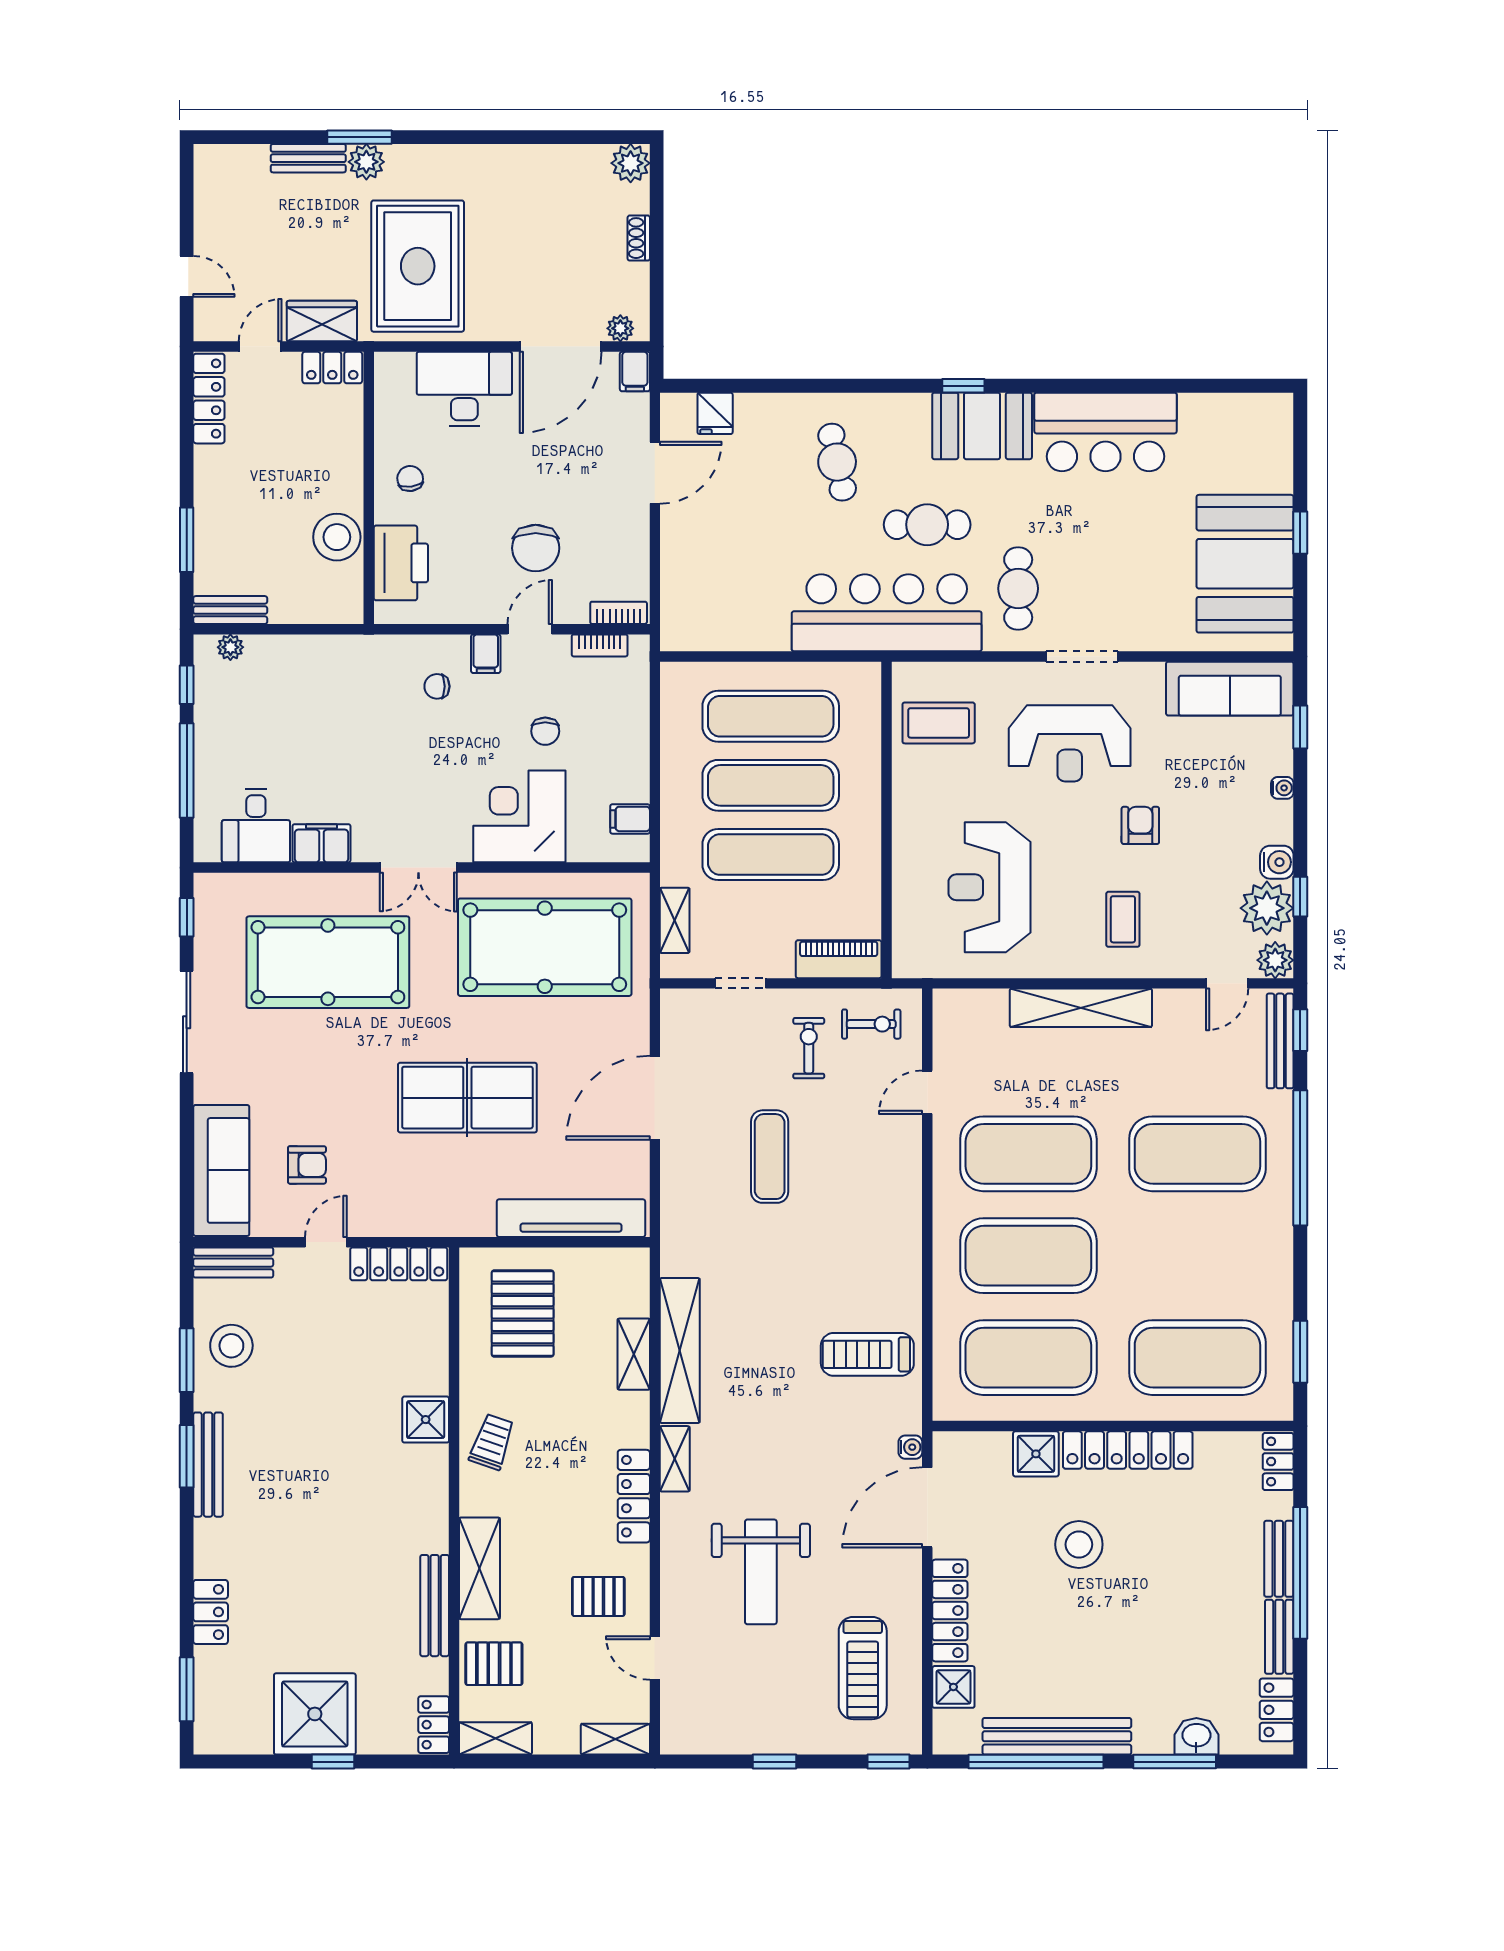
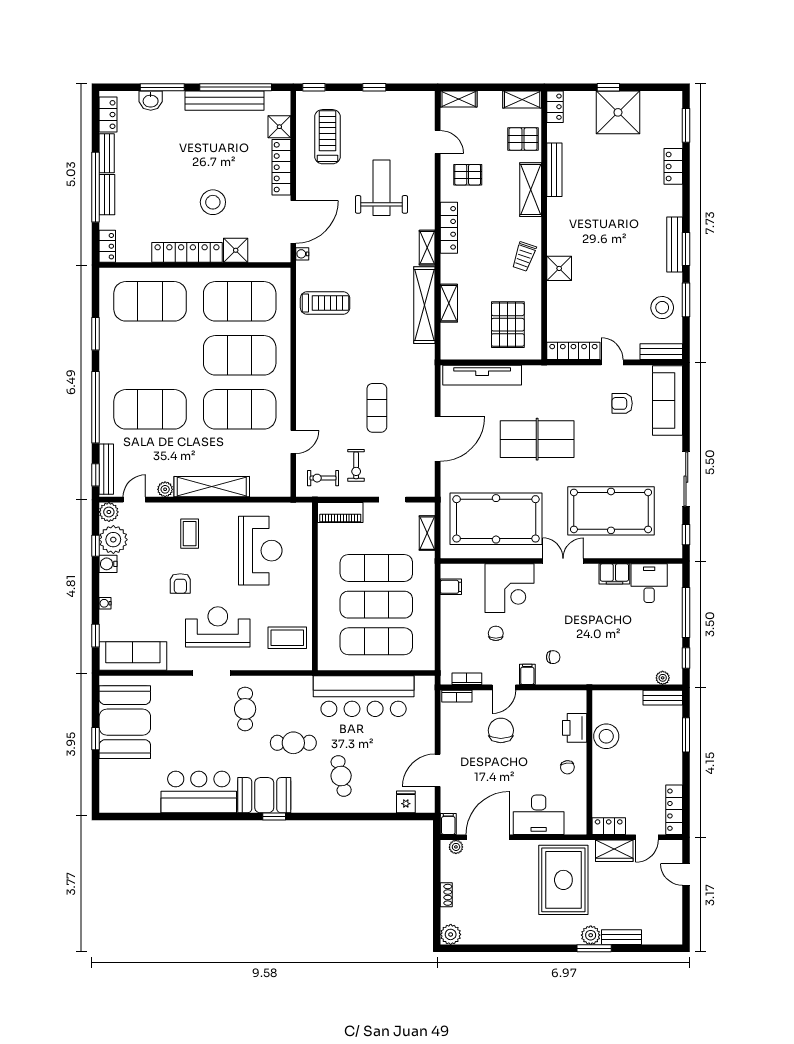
printer: (401, 563) -> (575, 728), width x0.73, depth x0.84
bar counter: (887, 613) -> (364, 696), moved
plant: (1169, 1003) -> (165, 489), added
door: (326, 1242) -> (612, 362), swing flipped
window: (1300, 1352) -> (96, 334), moved

